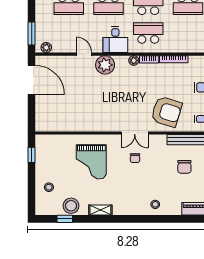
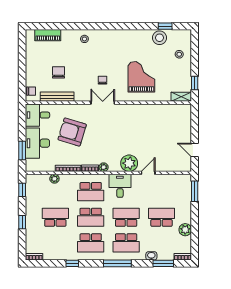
plant: (46, 47) -> (54, 179), moved
door: (84, 54) -> (148, 173), swing flipped
door: (32, 80) -> (195, 150), width x0.53
armchair: (166, 112) -> (72, 132), moved
shelving: (100, 210) -> (181, 97), moved

